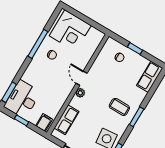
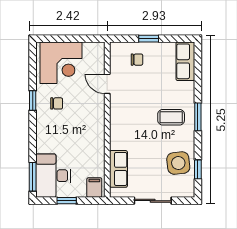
window: (38, 44) -> (33, 100), width x0.46
door: (82, 78) -> (107, 84), moved
plant: (80, 93) -> (116, 128), removed

